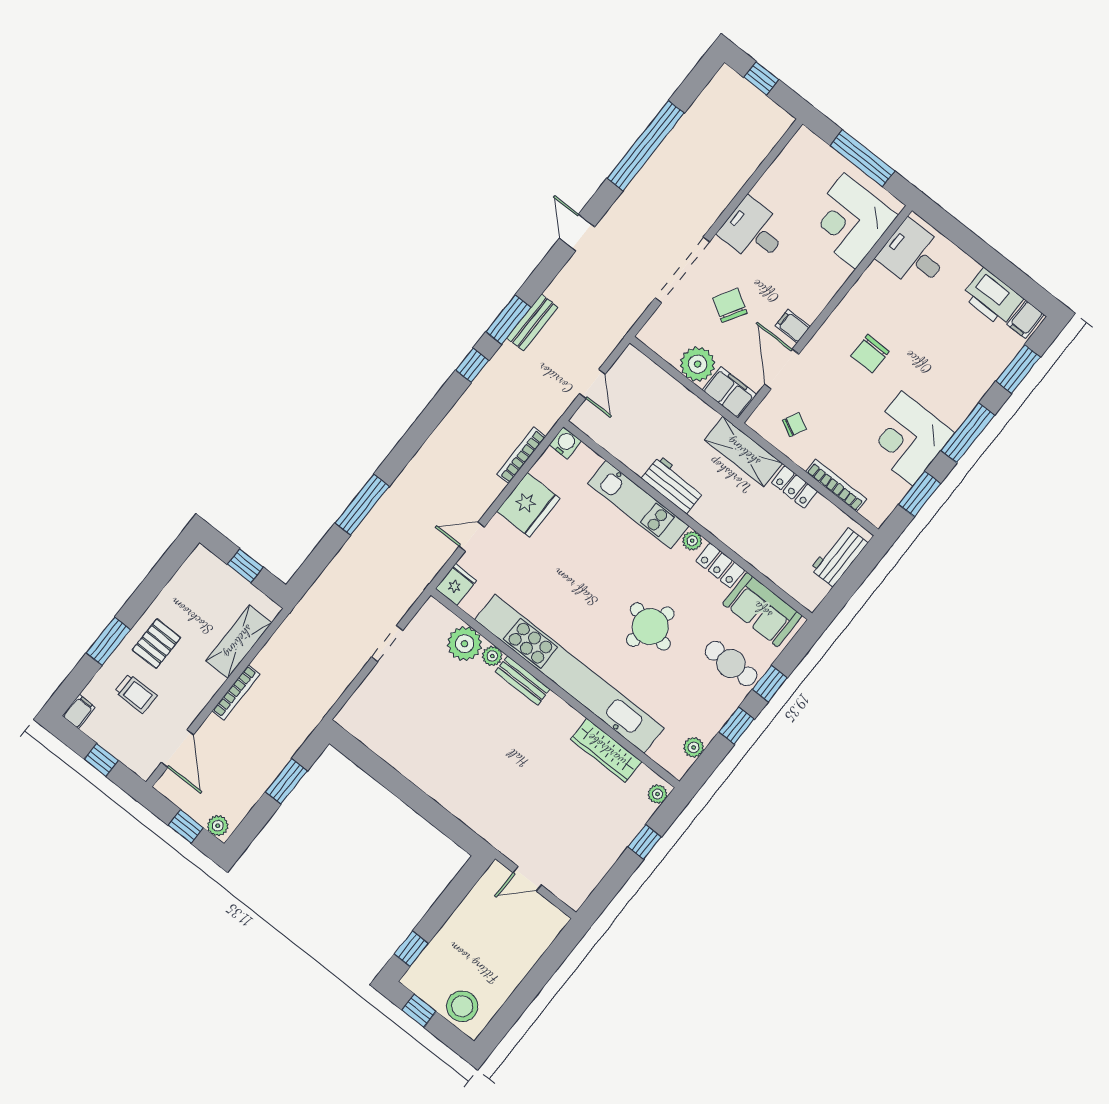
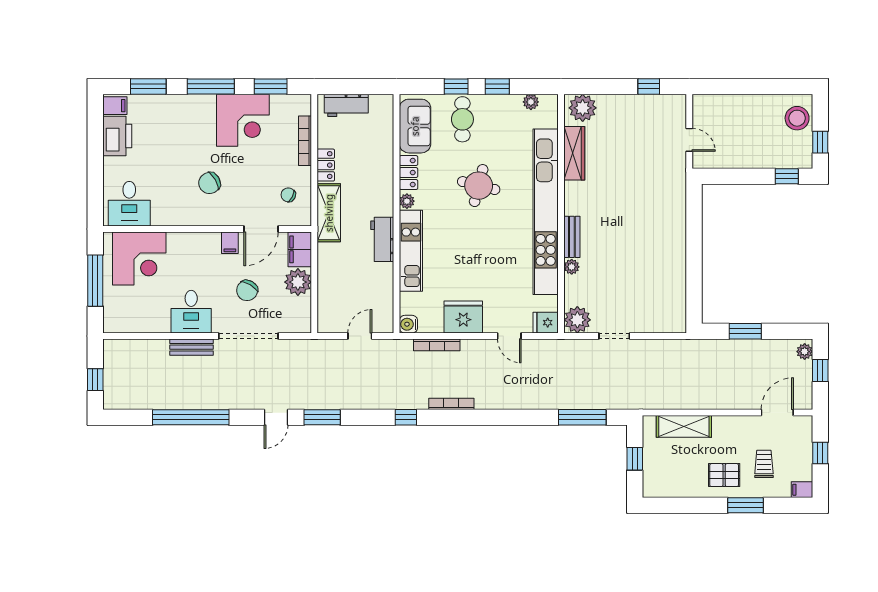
window: (508, 319) -> (322, 417), moved
bench: (532, 323) -> (191, 347), moved
chair: (870, 354) -> (210, 183), turned 150
window: (362, 505) -> (582, 417), moved
plant: (465, 644) -> (577, 320), moved
bookcase: (236, 692) -> (451, 404), moved
plant: (658, 794) -> (583, 108), width x1.88, depth x1.88
window: (645, 842) -> (649, 86), moved

